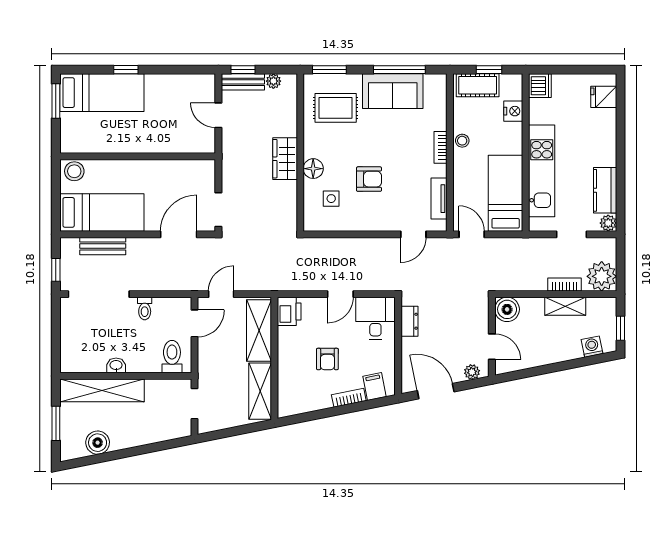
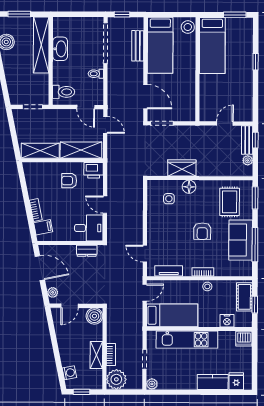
bed: (102, 93) -> (212, 46), moved
wardrobe: (285, 159) -> (182, 168), moved
armchair: (369, 179) -> (202, 231), moved
kitchen counter: (605, 190) -> (213, 382), moved
armchair: (327, 359) -> (69, 181), moved
washbasin: (116, 365) -> (60, 49), width x1.91, depth x1.45
door: (436, 391) -> (40, 268), hinge flipped

